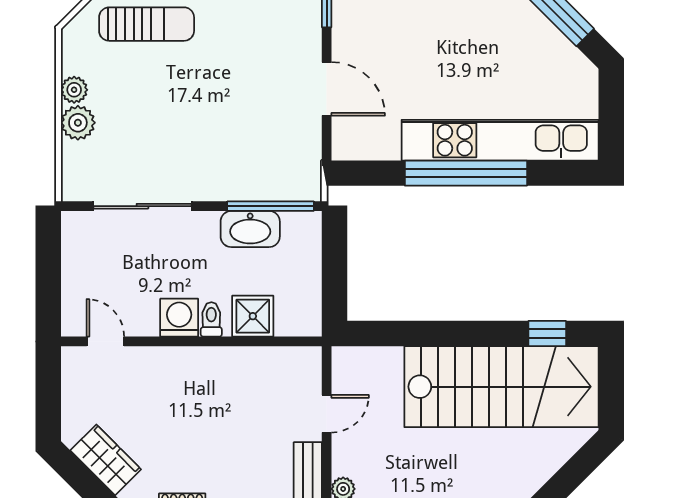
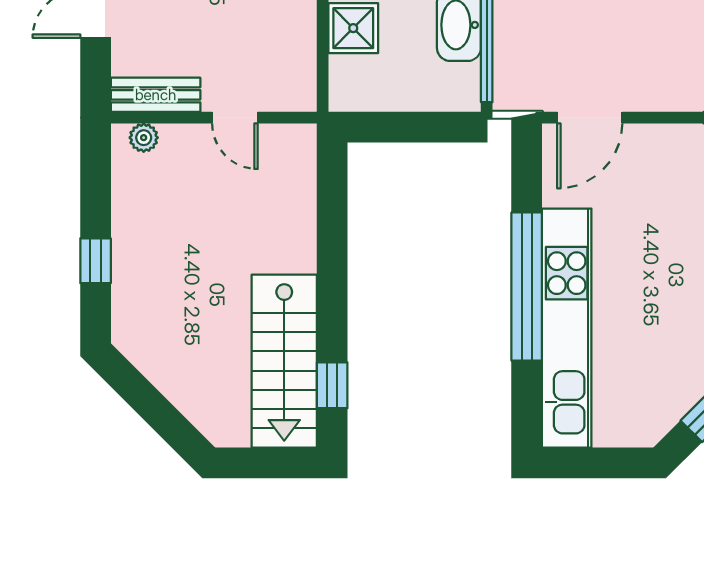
door: (327, 89) -> (590, 118), moved
stairs: (501, 387) -> (284, 361), width x0.73, depth x0.66

